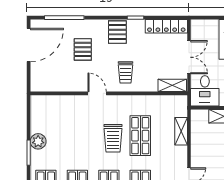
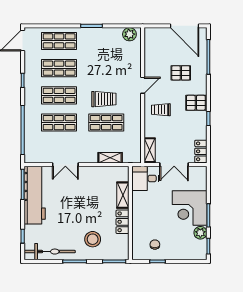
locker: (166, 26) -> (201, 151), width x0.66
trolley: (113, 138) -> (104, 99), turned 180
plant: (38, 141) -> (129, 34), moved

